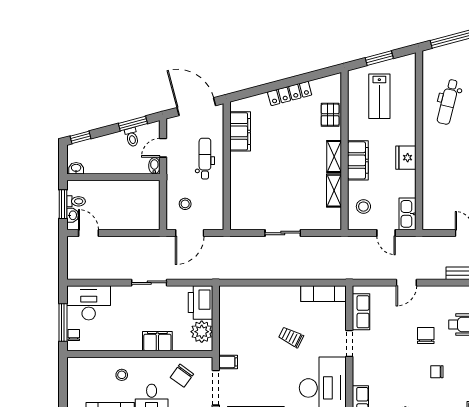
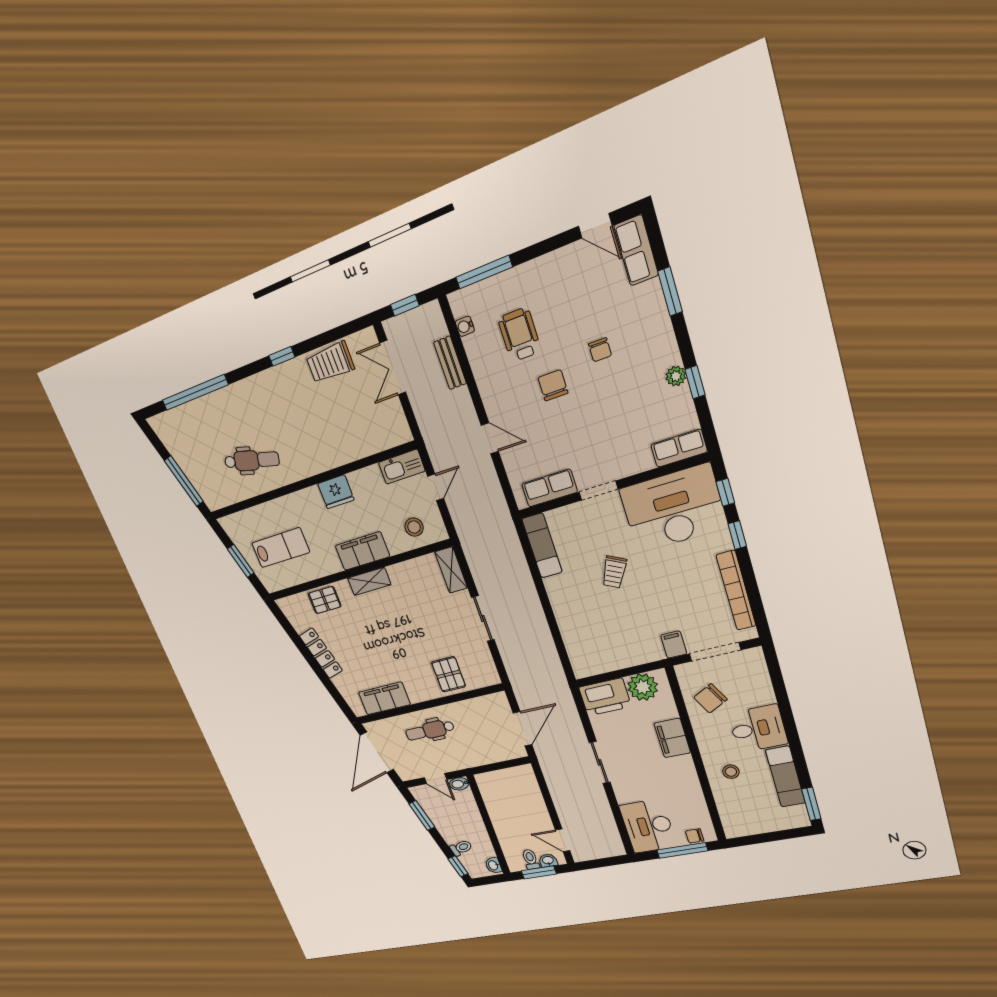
toilet: (132, 137) -> (461, 848), moved
pallet: (247, 191) -> (449, 674), added
shelving: (334, 191) -> (451, 570), moved, turned 90
stool: (185, 204) -> (490, 741), removed
door: (88, 233) -> (563, 840), hinge flipped
door: (190, 233) -> (522, 729), hinge flipped
chair: (426, 336) -> (553, 385), turned 90
chair: (182, 376) -> (710, 698), turned 116

